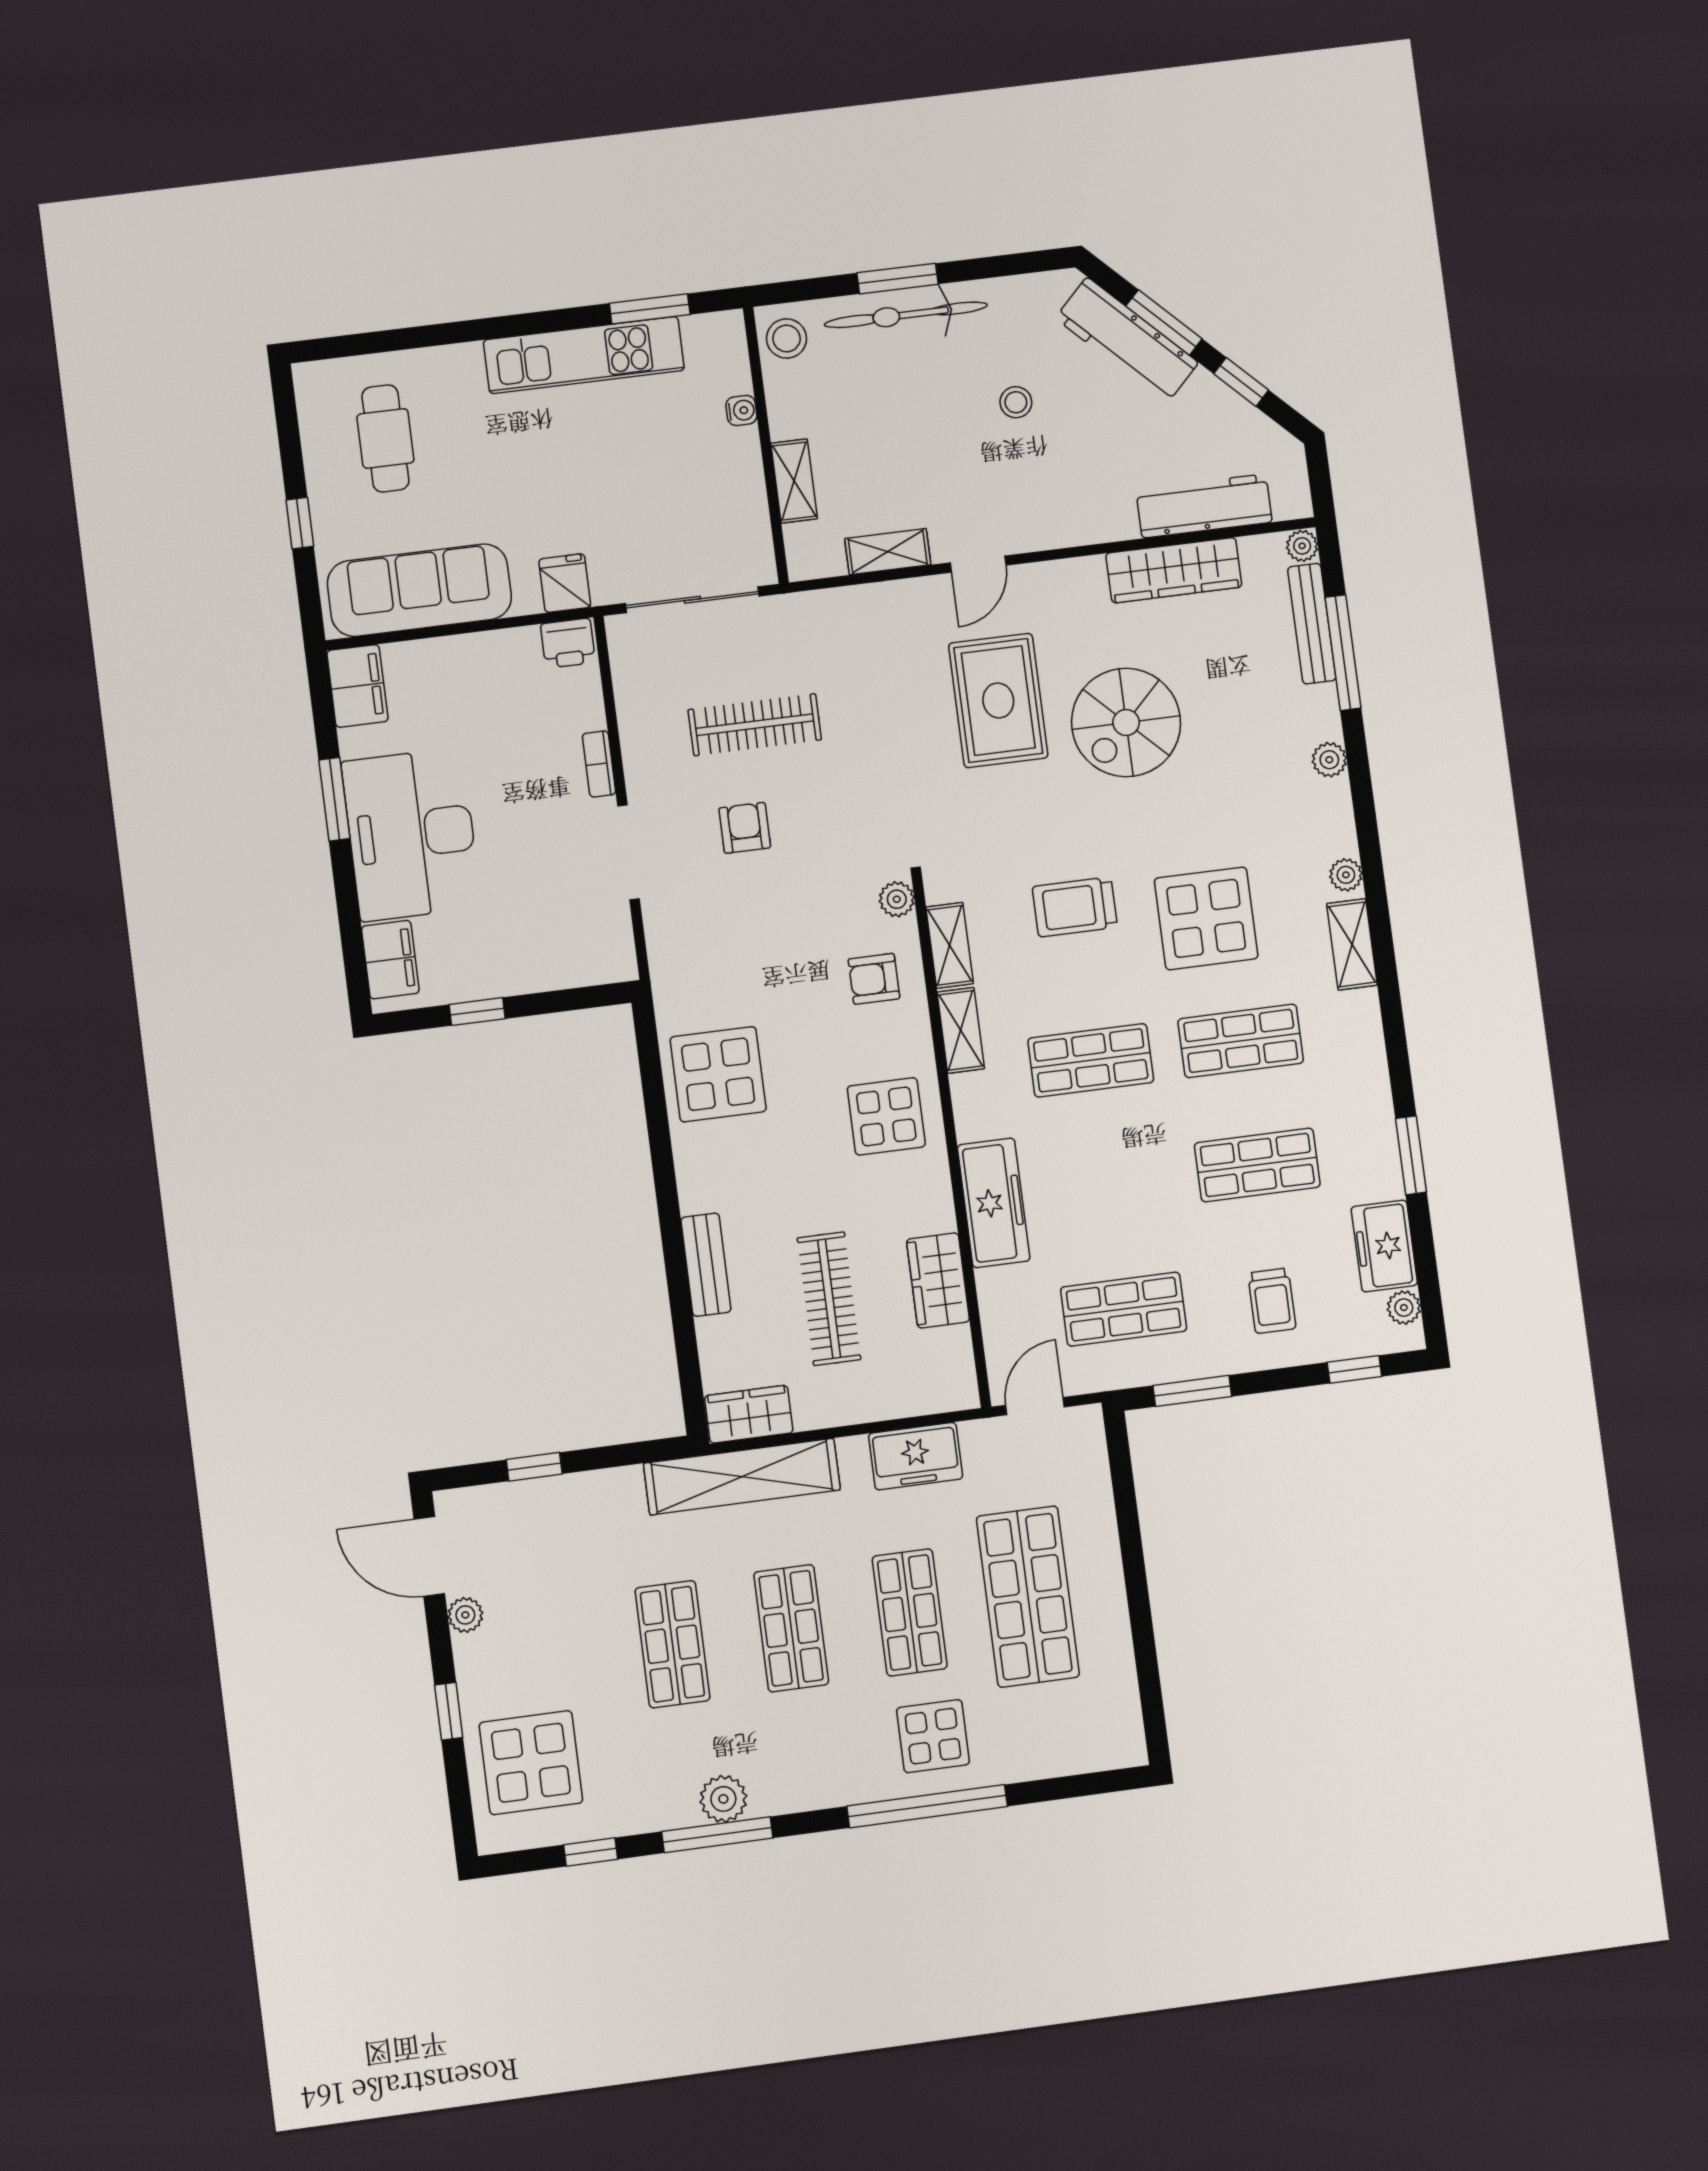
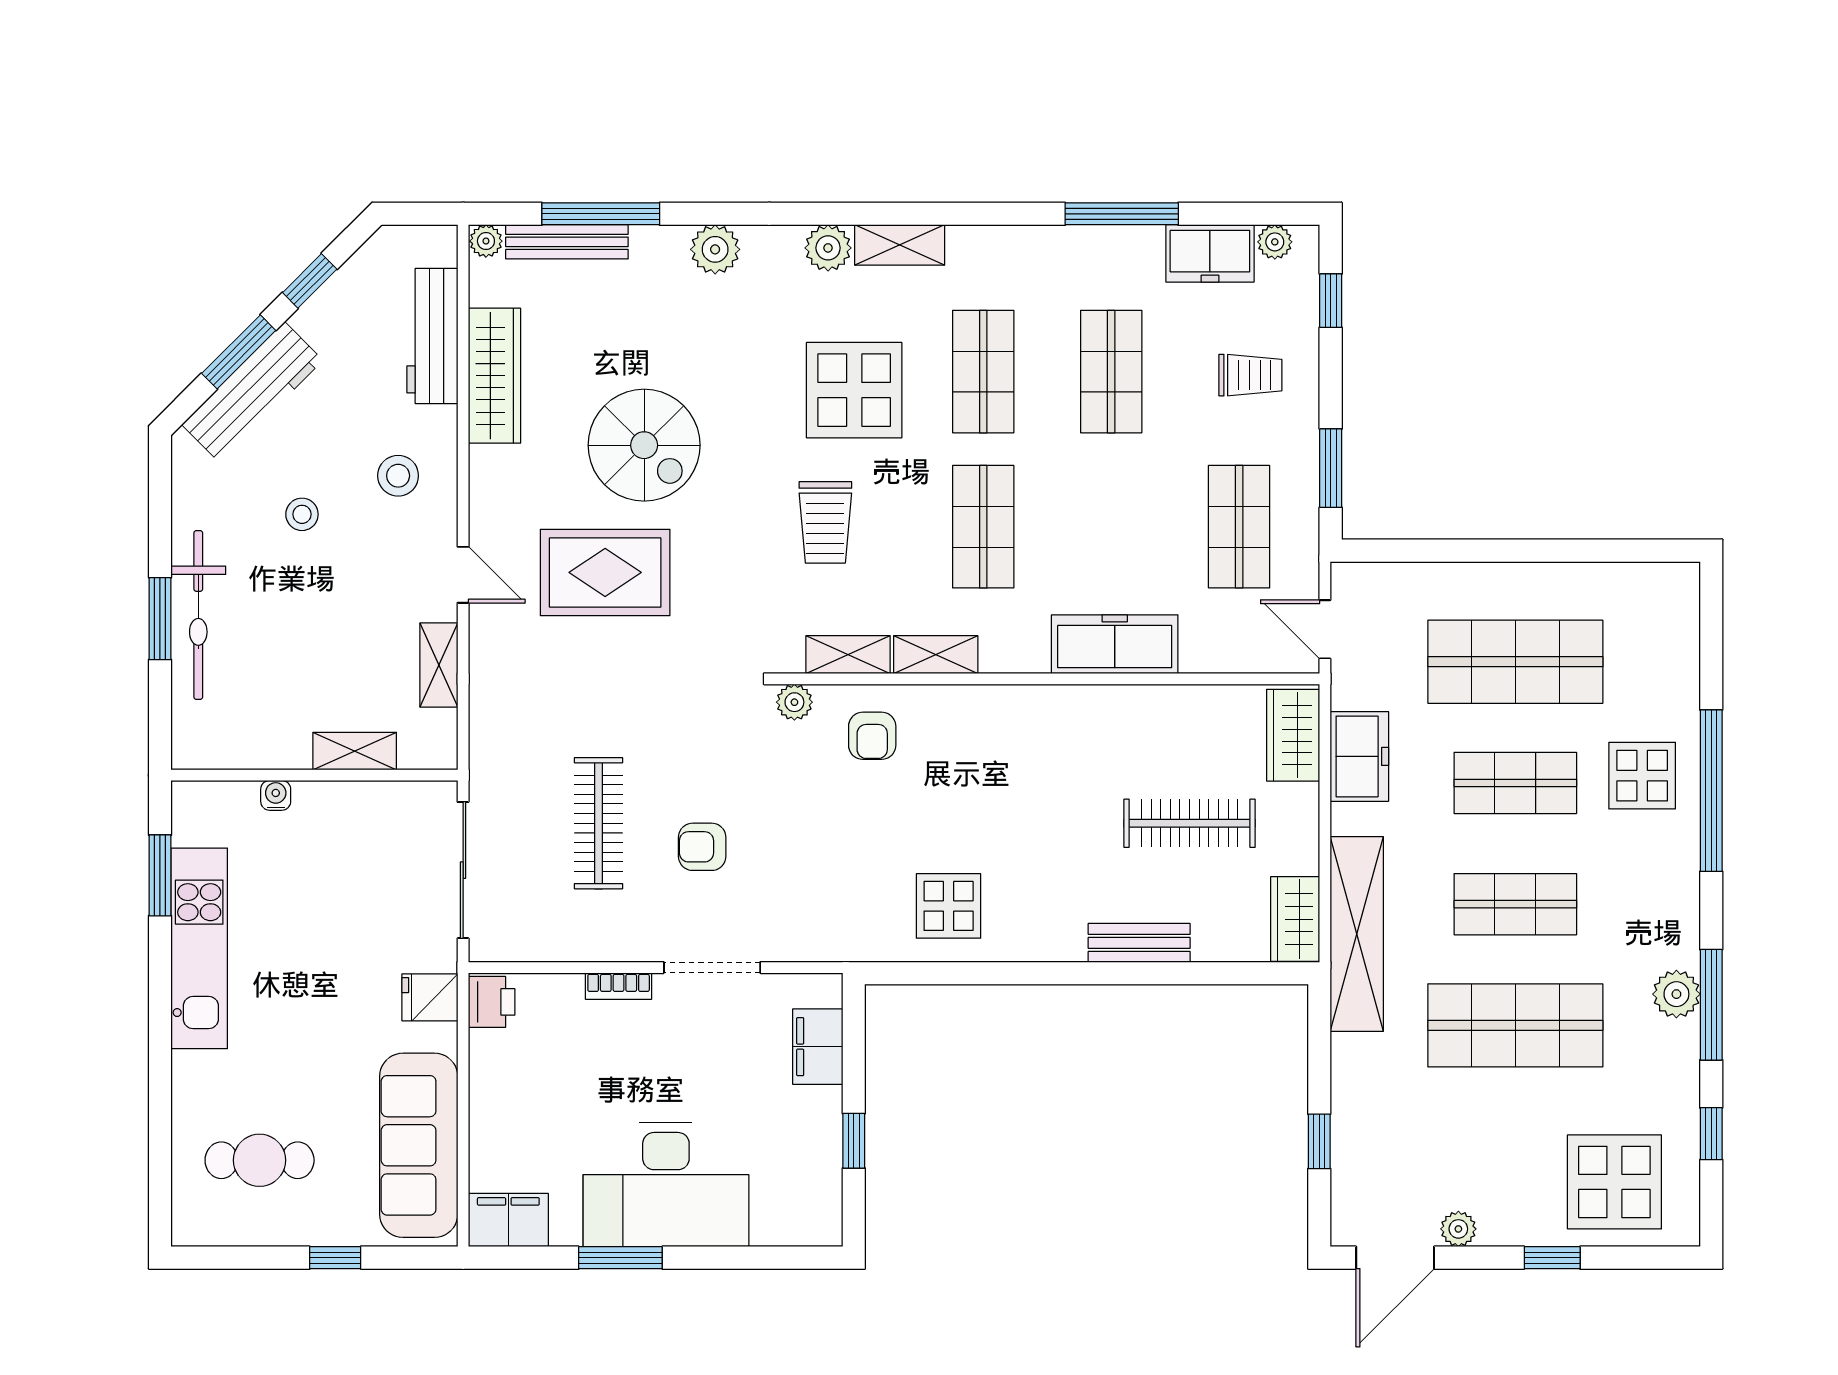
stool: (787, 338) -> (398, 476), moved
plant: (1329, 760) -> (715, 249), width x1.38, depth x1.38
plant: (1346, 875) -> (828, 248), width x1.38, depth x1.38
filing cabinet: (390, 960) -> (818, 1047), moved, turned -90
display table: (718, 1074) -> (949, 906), width x0.73, depth x0.73
display table: (886, 1116) -> (1013, 741), removed
window: (1411, 1155) -> (1122, 214), width x1.44
wardrobe: (938, 1280) -> (1293, 735), moved, turned 90
shop shelf: (672, 1644) -> (1515, 1025), width x1.43, depth x1.36

